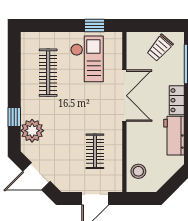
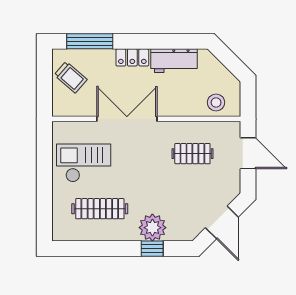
window: (95, 26) -> (44, 154), removed
plant: (32, 131) -> (152, 228), moved

